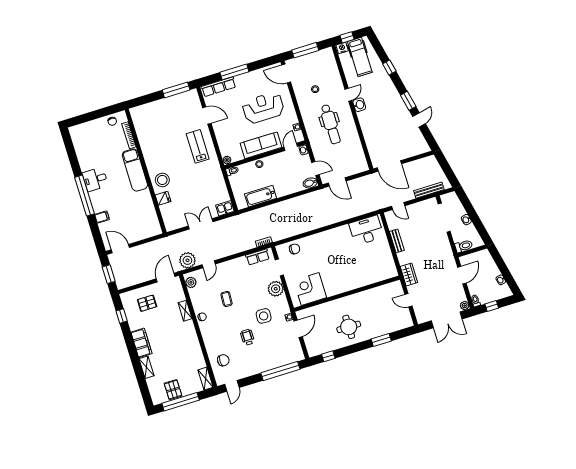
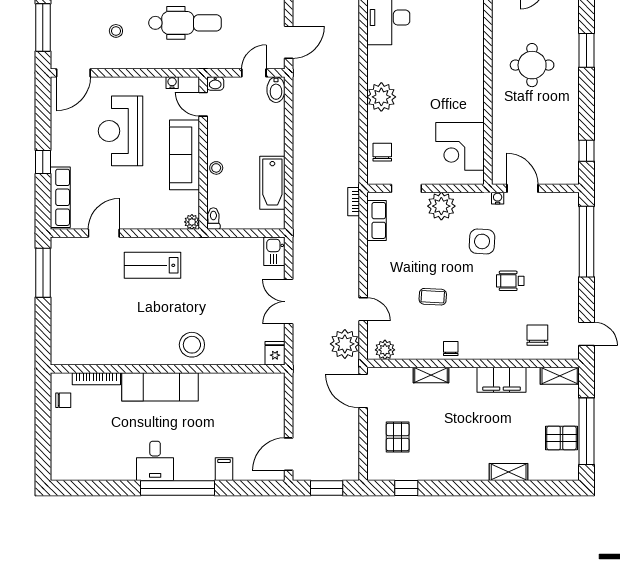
window: (234, 72) -> (43, 162), width x0.46
fridge: (163, 198) -> (275, 353), moved
plant: (323, 240) -> (381, 97), added
round table: (349, 327) -> (532, 65), moved
filing cabinet: (141, 343) -> (502, 380), moved, turned 180

